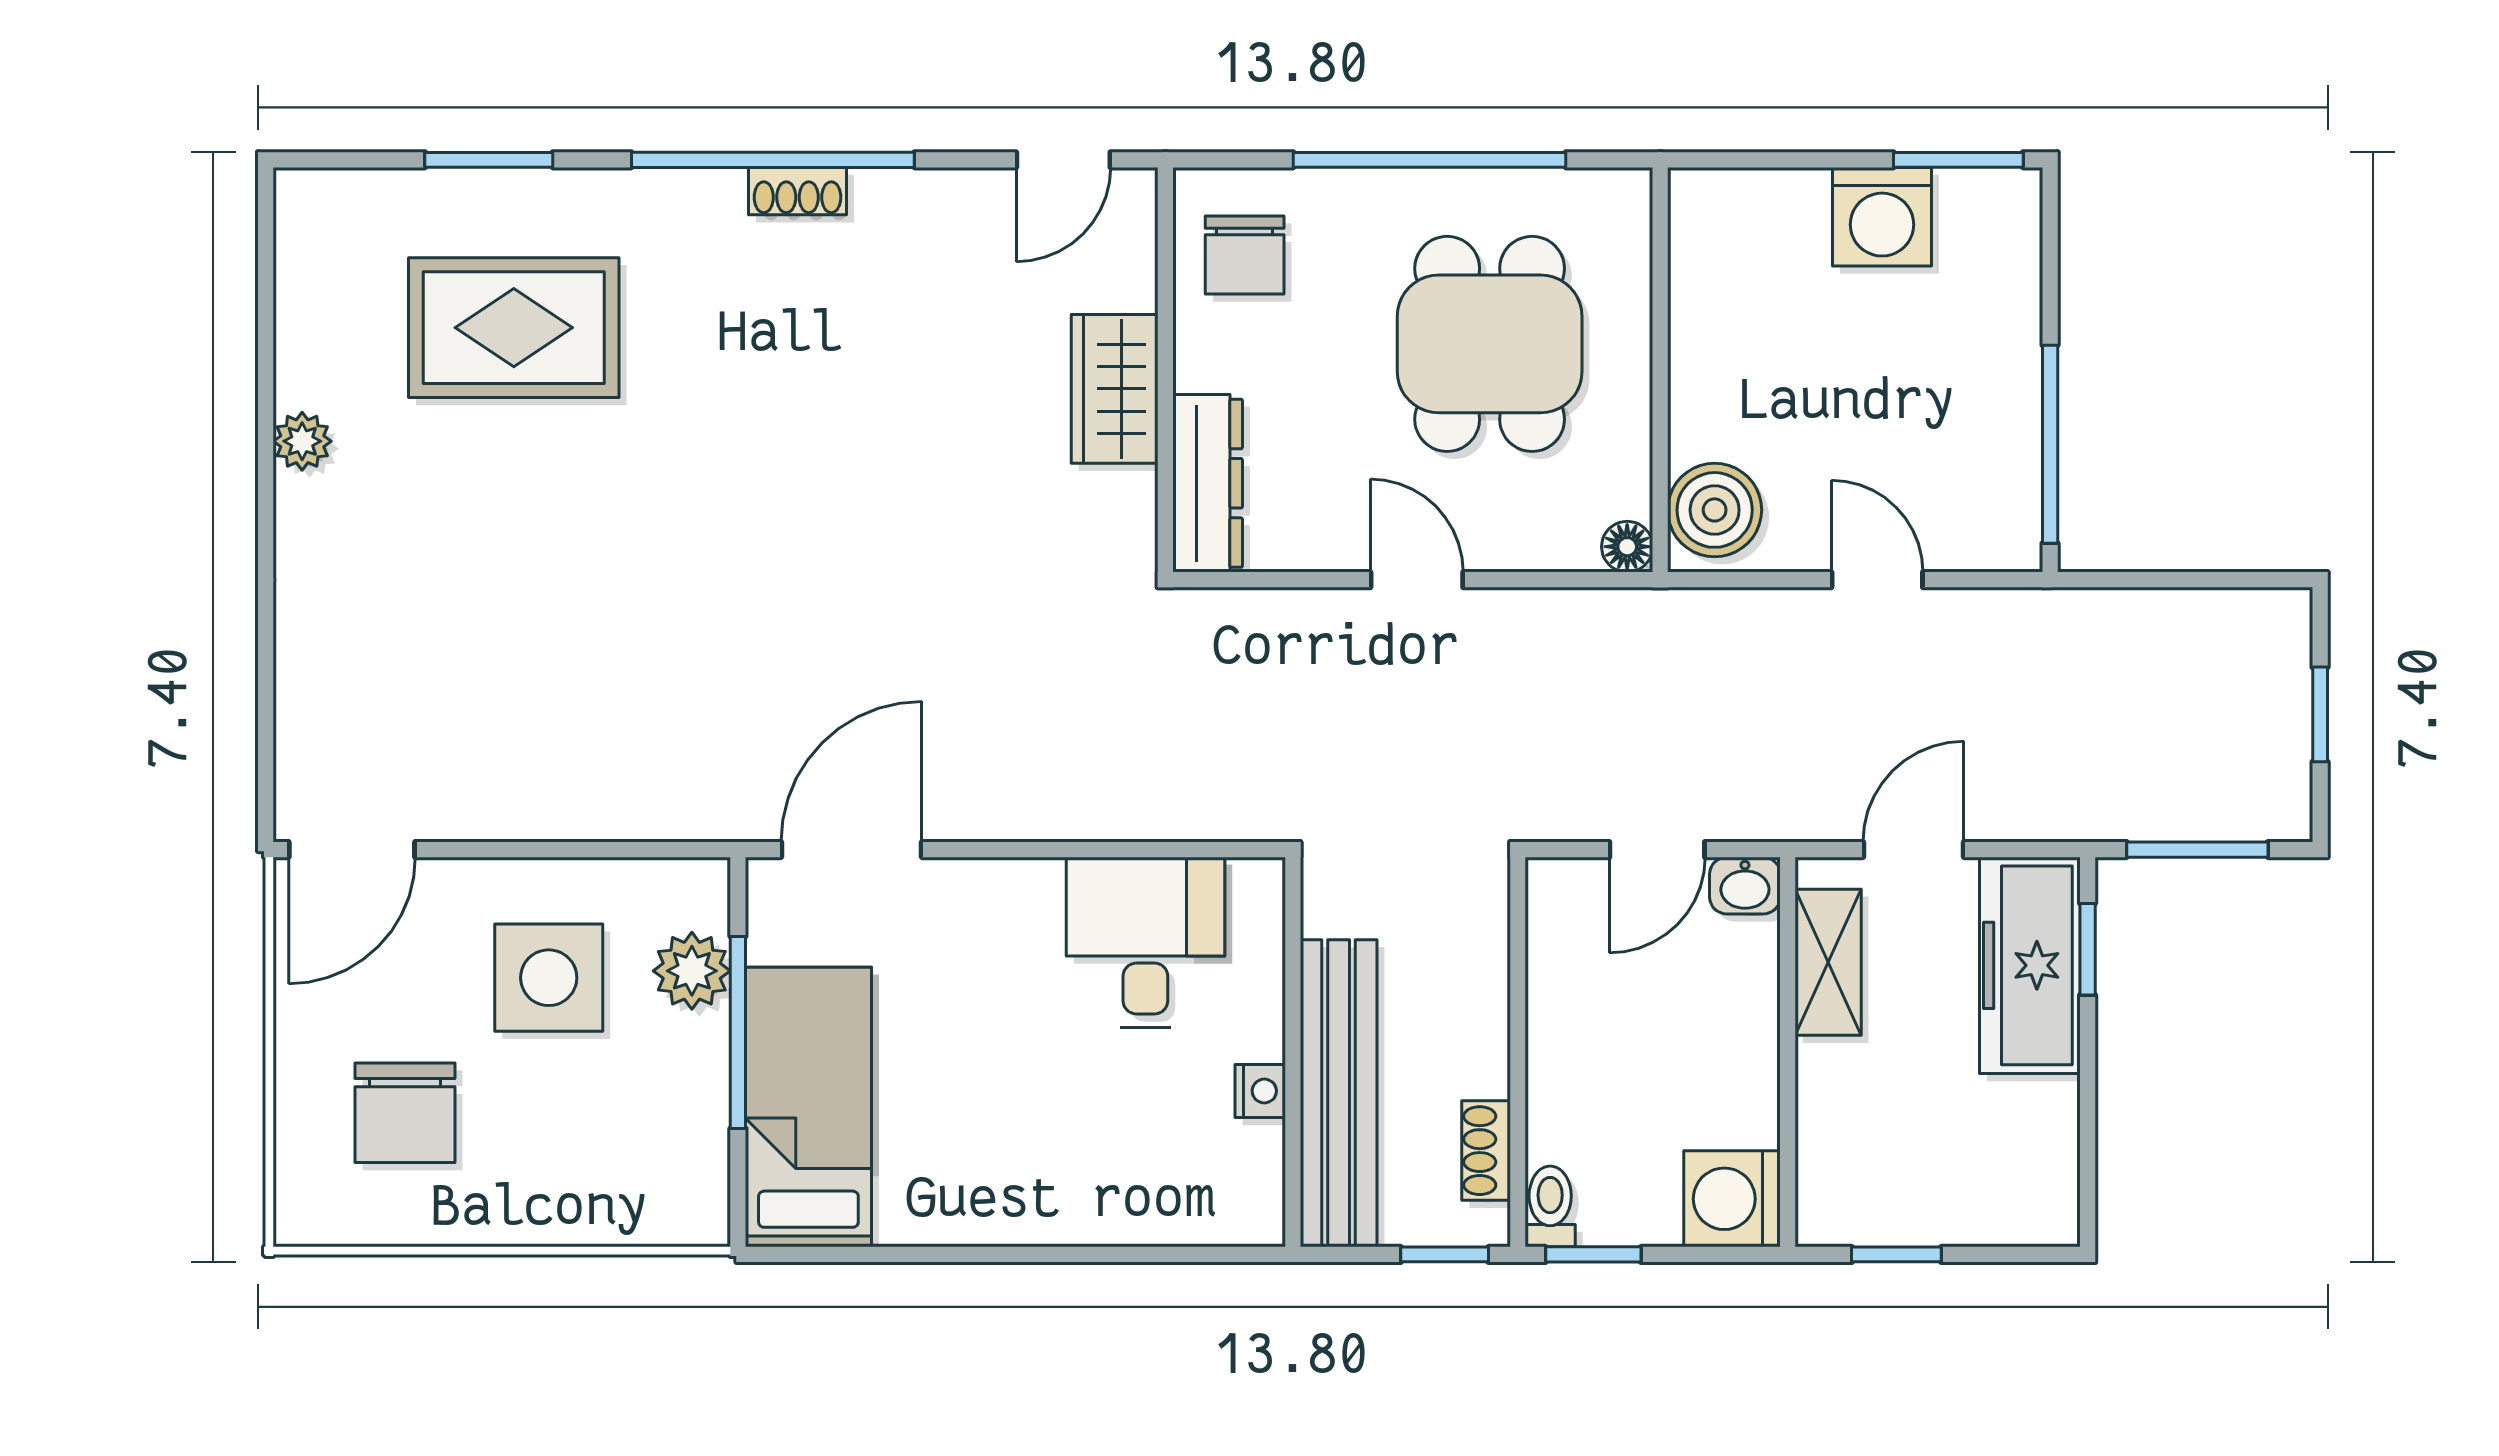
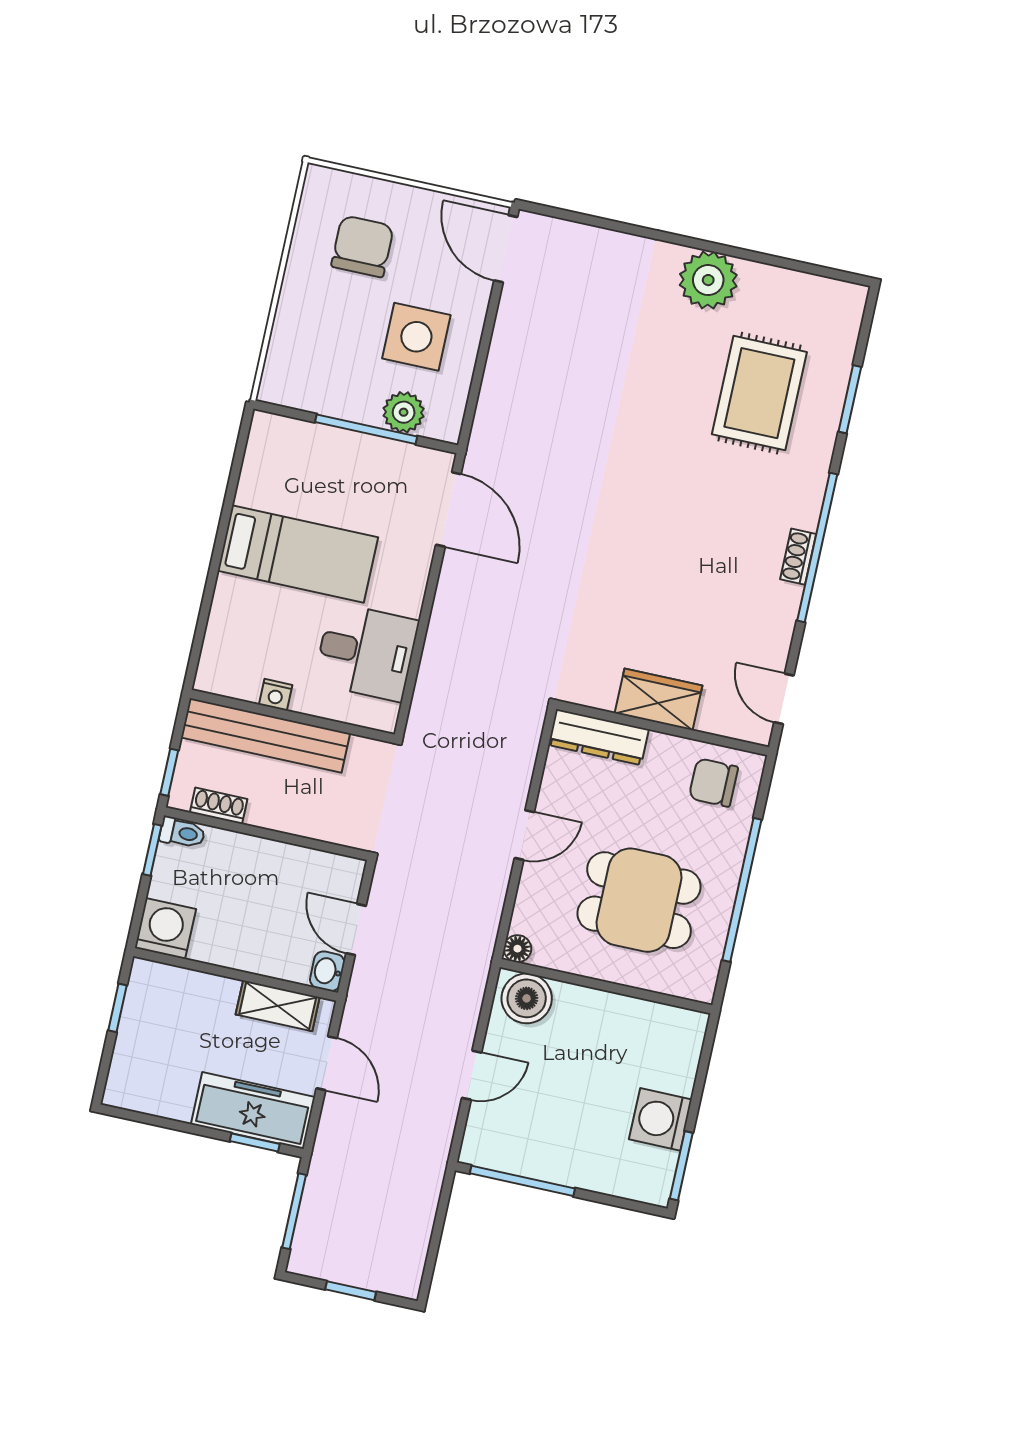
plant: (302, 441) -> (708, 280), width x1.87, depth x1.87
bed: (808, 1107) -> (298, 554), moved
chair: (405, 1113) -> (362, 246), turned 90

